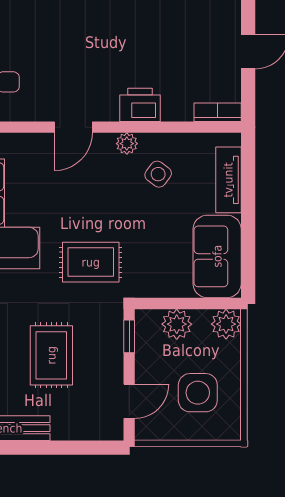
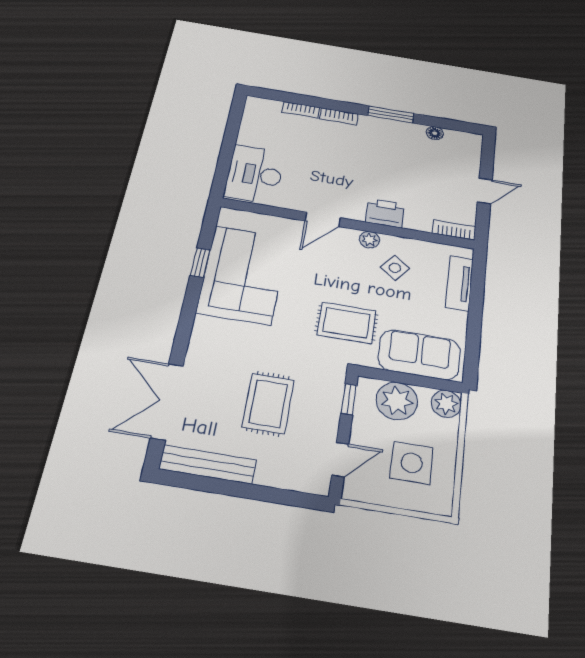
sofa: (217, 256) -> (419, 355), moved, turned 90
rug: (91, 262) -> (347, 323), moved
plant: (177, 324) -> (397, 401), width x1.36, depth x1.36

